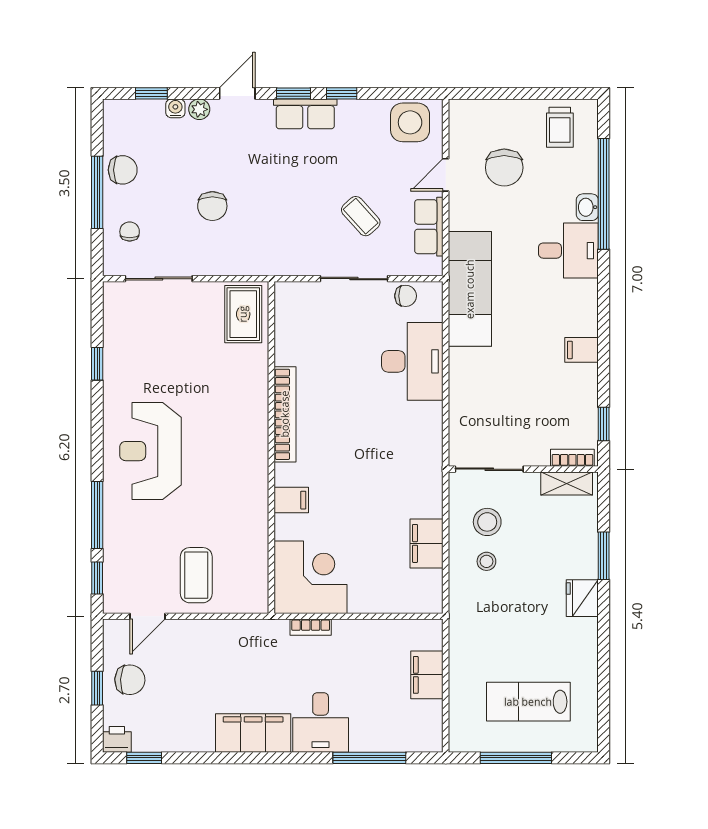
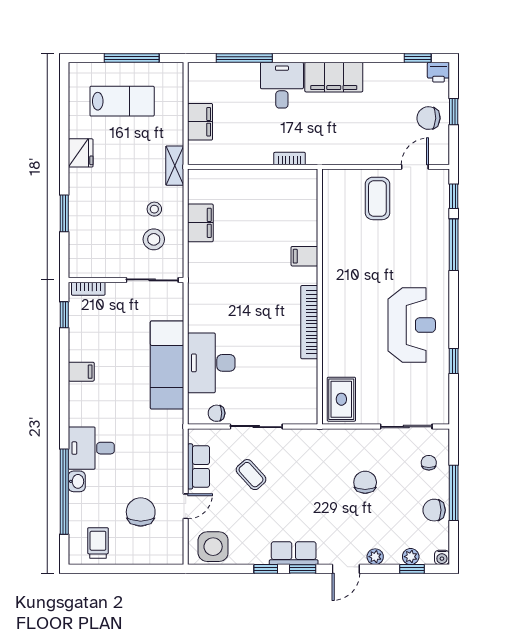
water cooler: (175, 108) -> (442, 557), moved
plant: (153, 109) -> (411, 557), added
chair: (130, 232) -> (429, 463), turned 180
exam couch: (470, 289) -> (167, 365), moved
reception desk: (150, 451) -> (412, 325), moved
shelving: (567, 483) -> (175, 166), moved, turned 90
corner desk: (311, 577) -> (290, 197), removed
fridge: (582, 598) -> (81, 153), moved

